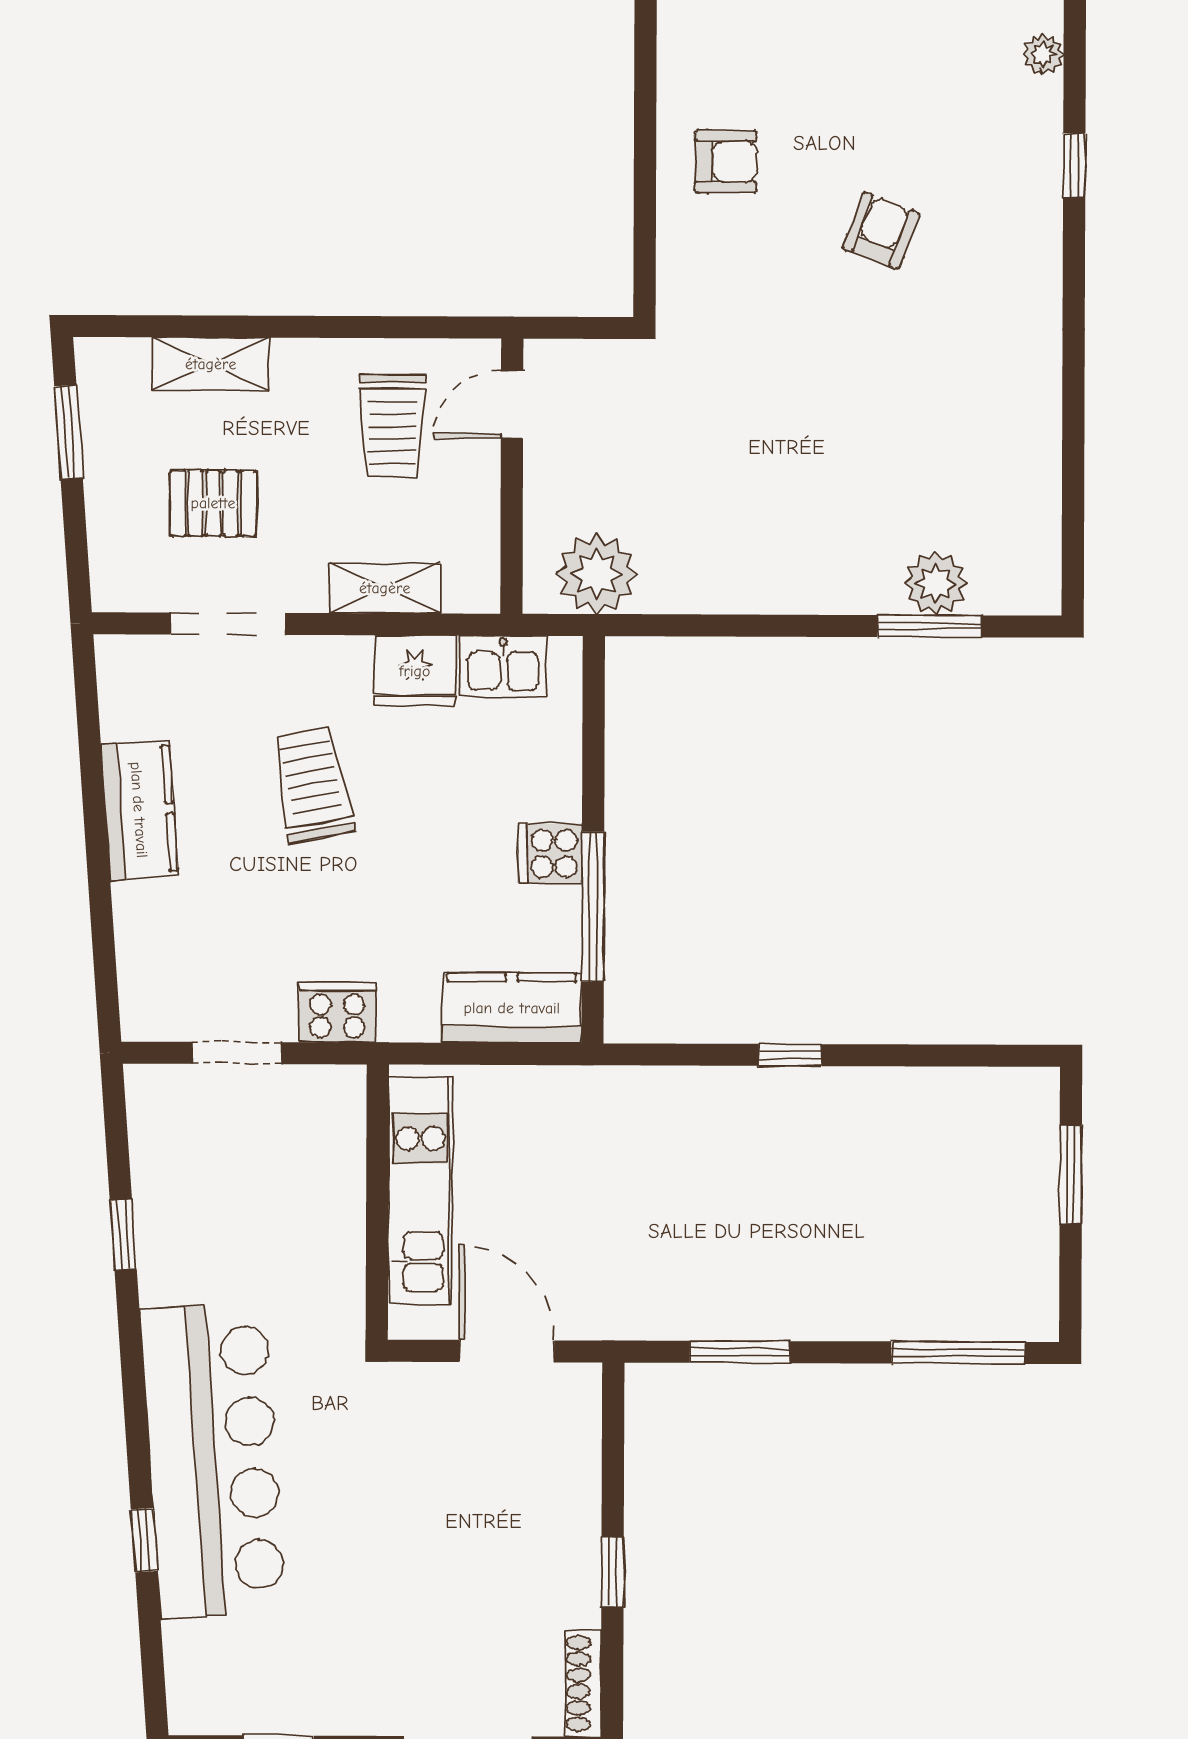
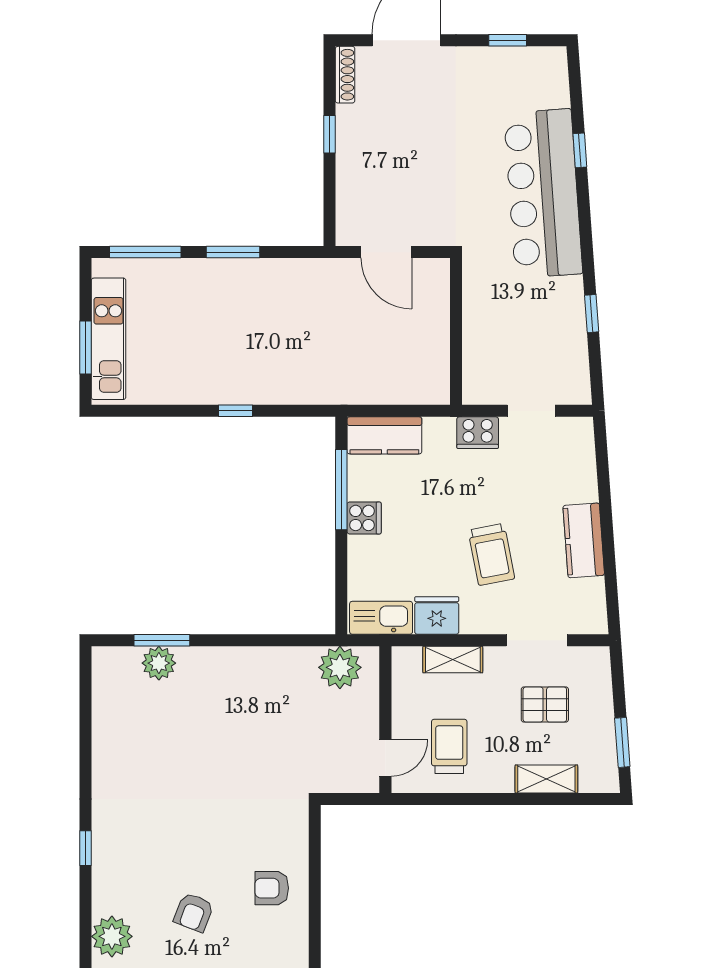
plant: (1043, 54) -> (112, 936), width x1.87, depth x1.87
window: (1074, 166) -> (85, 848), moved
armchair: (881, 231) -> (194, 912), moved
kitchen sink: (503, 667) -> (381, 618), width x1.38
kitchen unit: (420, 1191) -> (108, 339), moved, turned 180
window: (740, 1352) -> (233, 252), moved

